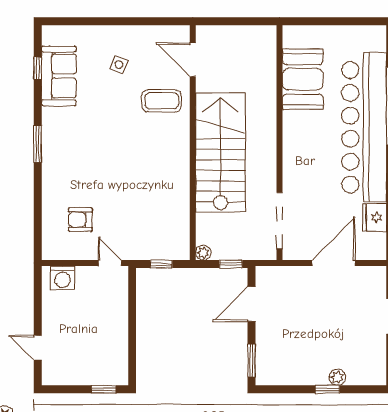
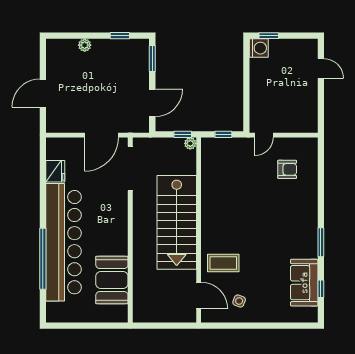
side table: (119, 64) -> (239, 301), moved
window: (38, 144) -> (321, 242), moved
door: (110, 263) -> (264, 135), hinge flipped
door: (334, 263) -> (101, 135), moved
window: (231, 264) -> (183, 134), moved
washing machine: (63, 278) -> (259, 48), moved, turned 90
window: (327, 389) -> (120, 36), moved

